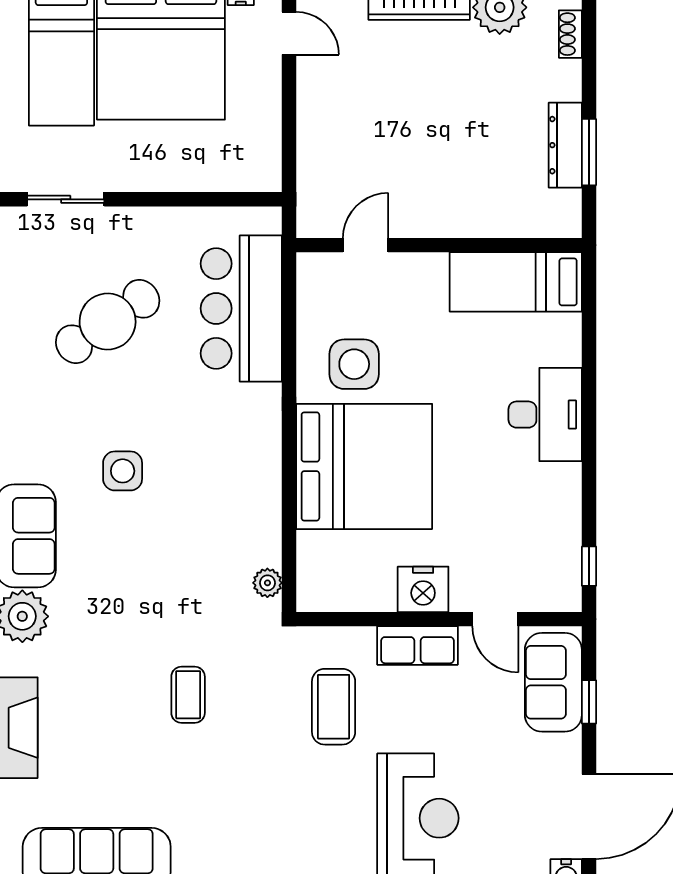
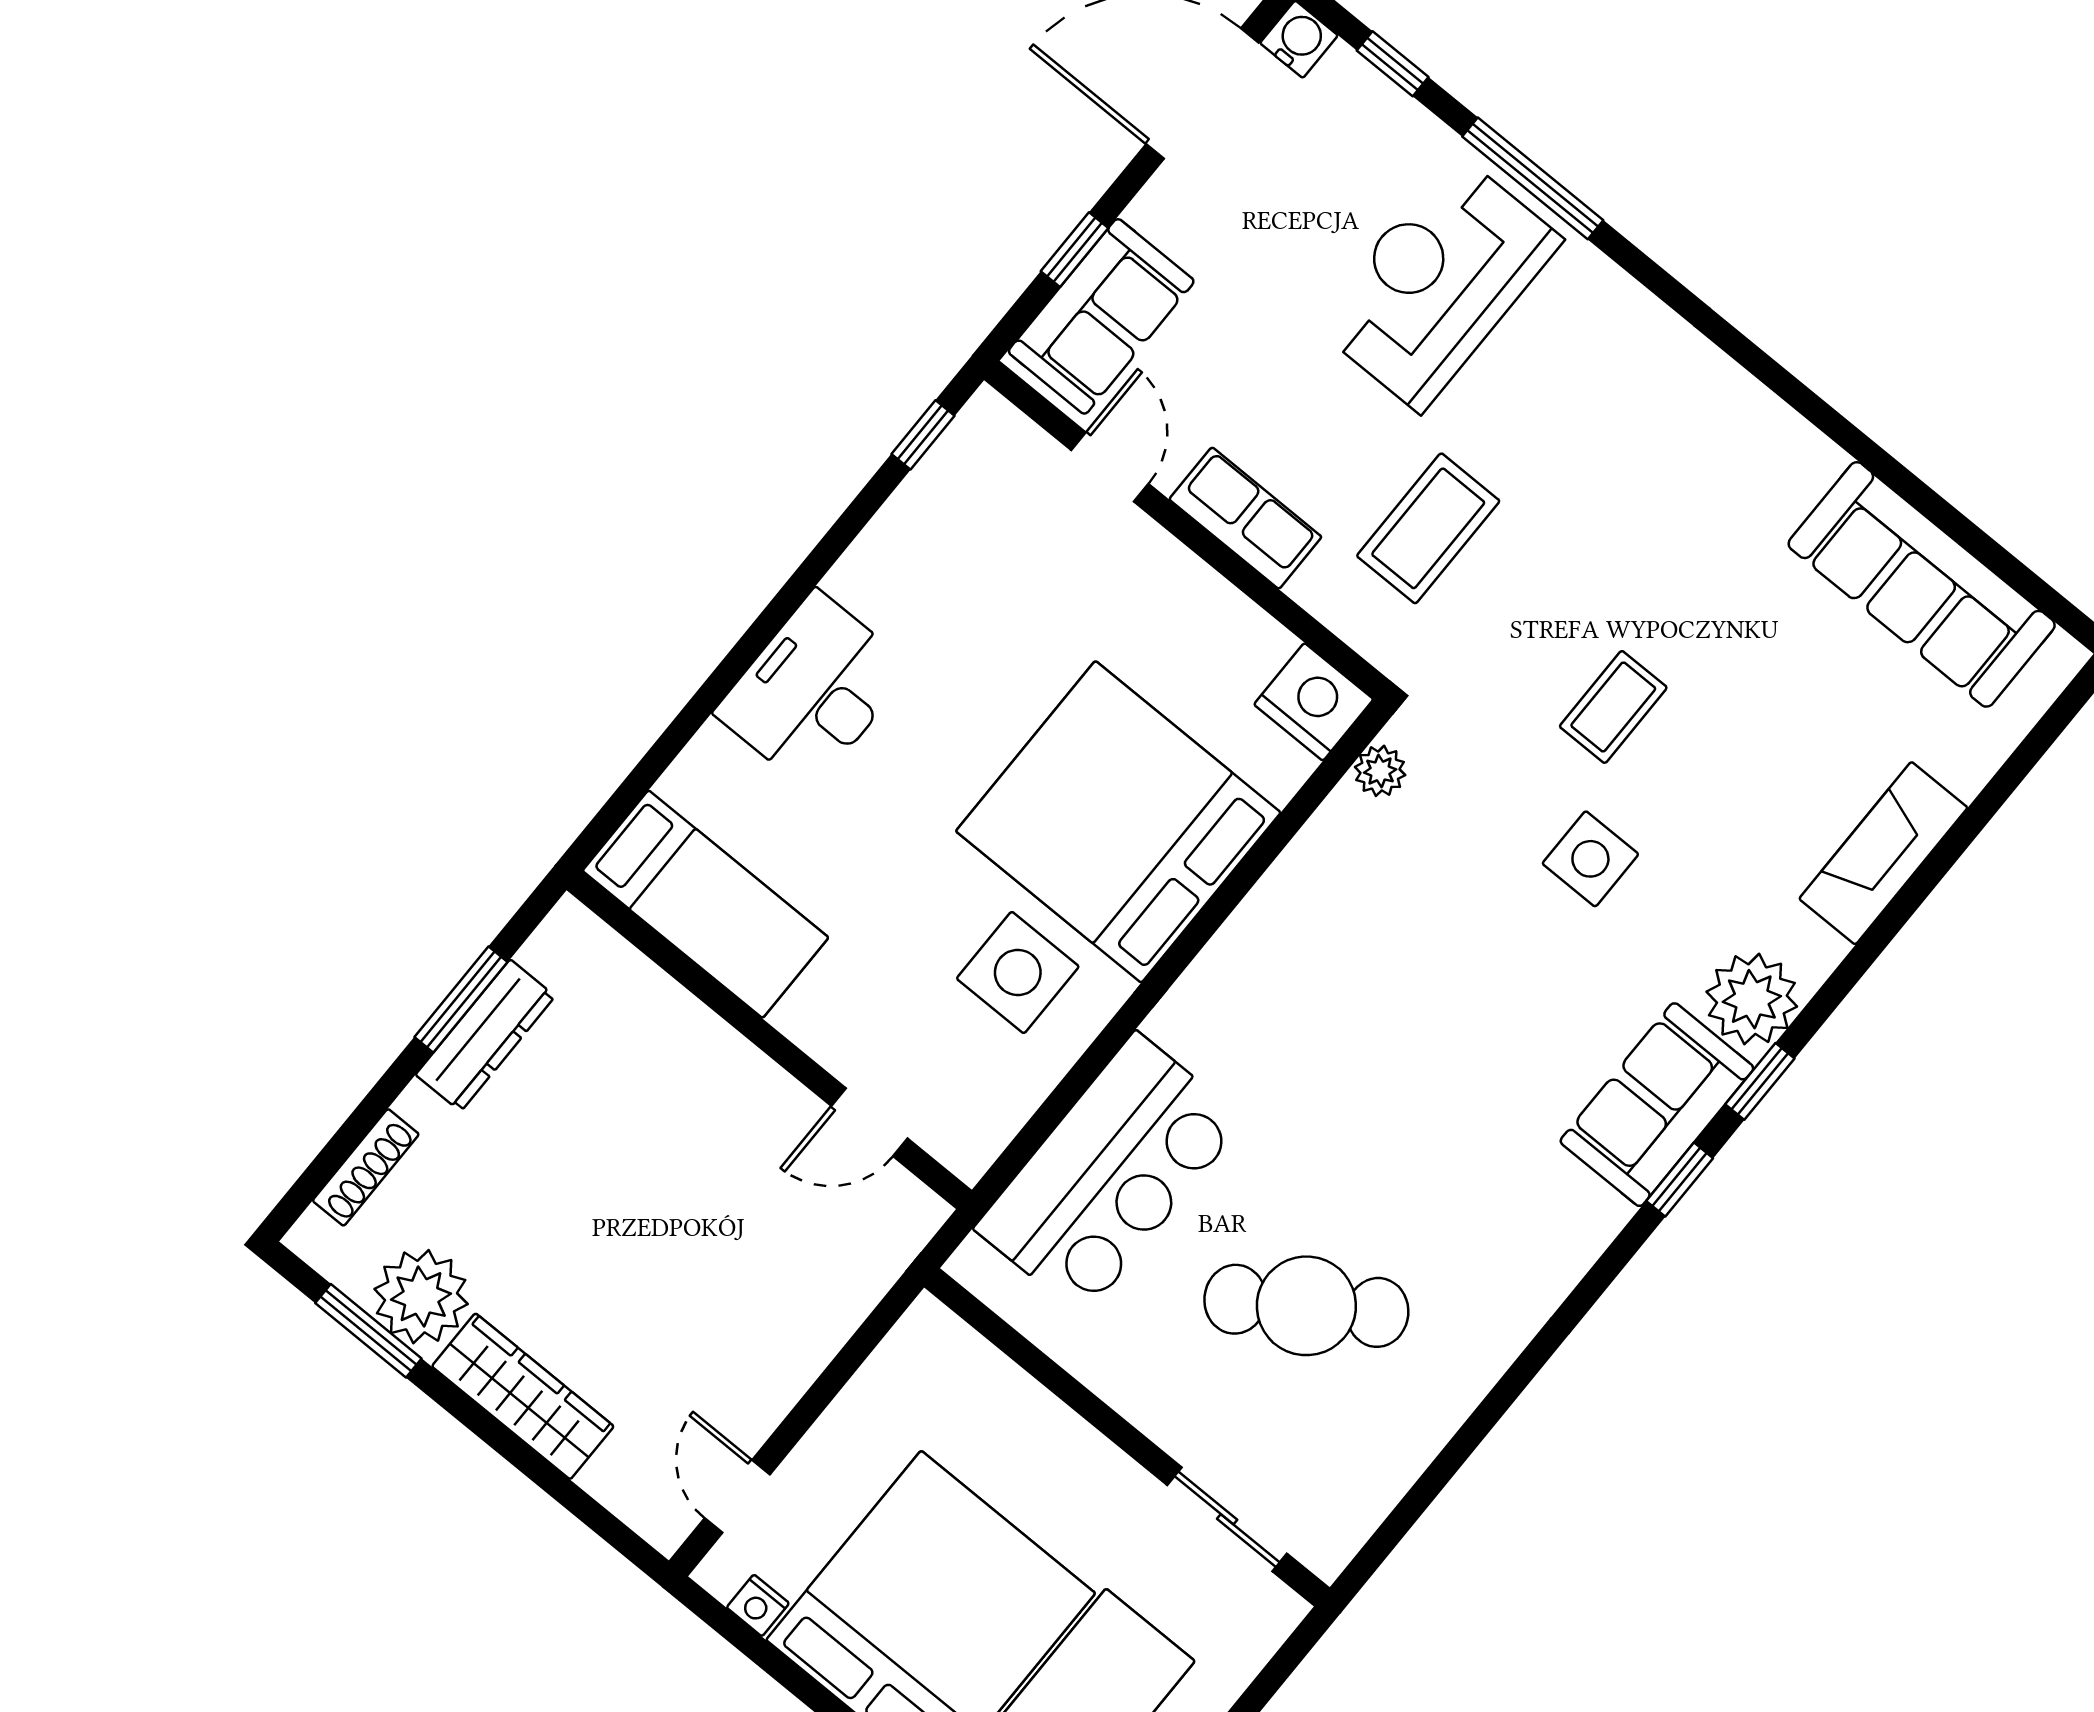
shoe rack: (570, 34) -> (366, 1167), width x1.43
side table: (123, 471) -> (1590, 859), moved
nightstand: (423, 589) -> (1314, 702), moved

